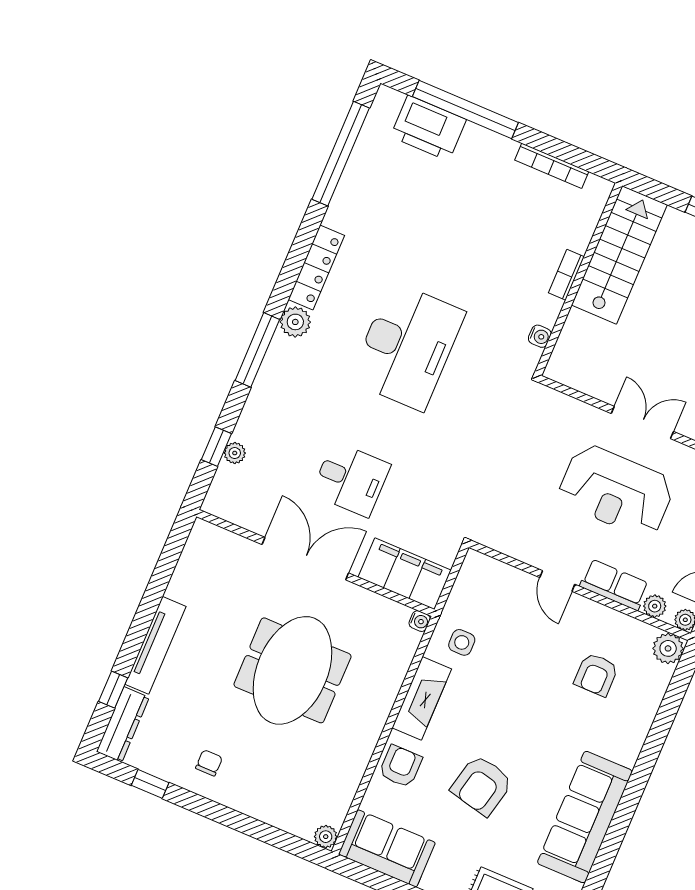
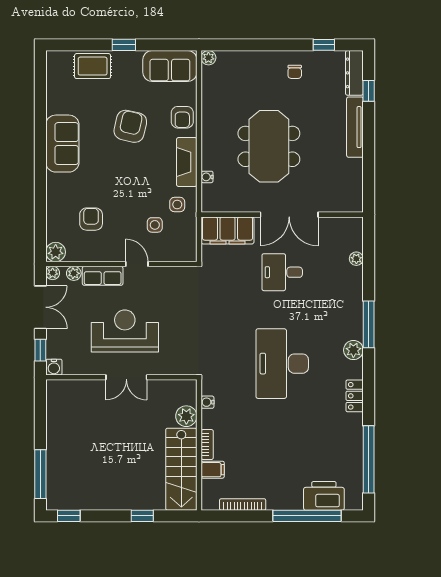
filing cabinet: (574, 235) -> (213, 470), added
locker: (316, 268) -> (355, 396), width x0.66
plant: (579, 329) -> (186, 416), added
window: (216, 447) -> (369, 258), removed
water cooler: (420, 621) -> (207, 177), moved
side table: (507, 627) -> (155, 225), added
sofa: (585, 817) -> (62, 144), width x0.73

